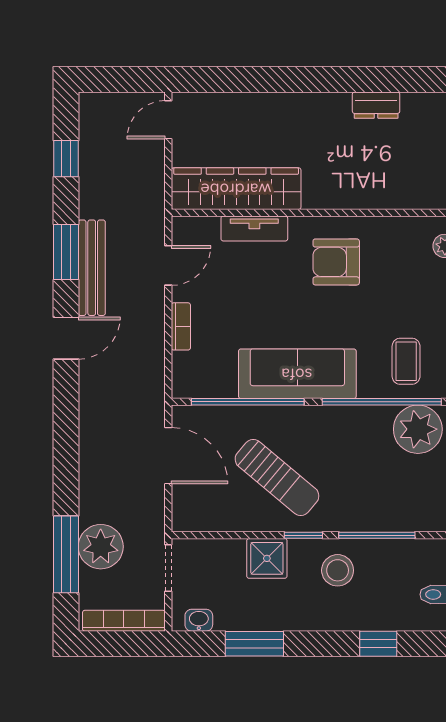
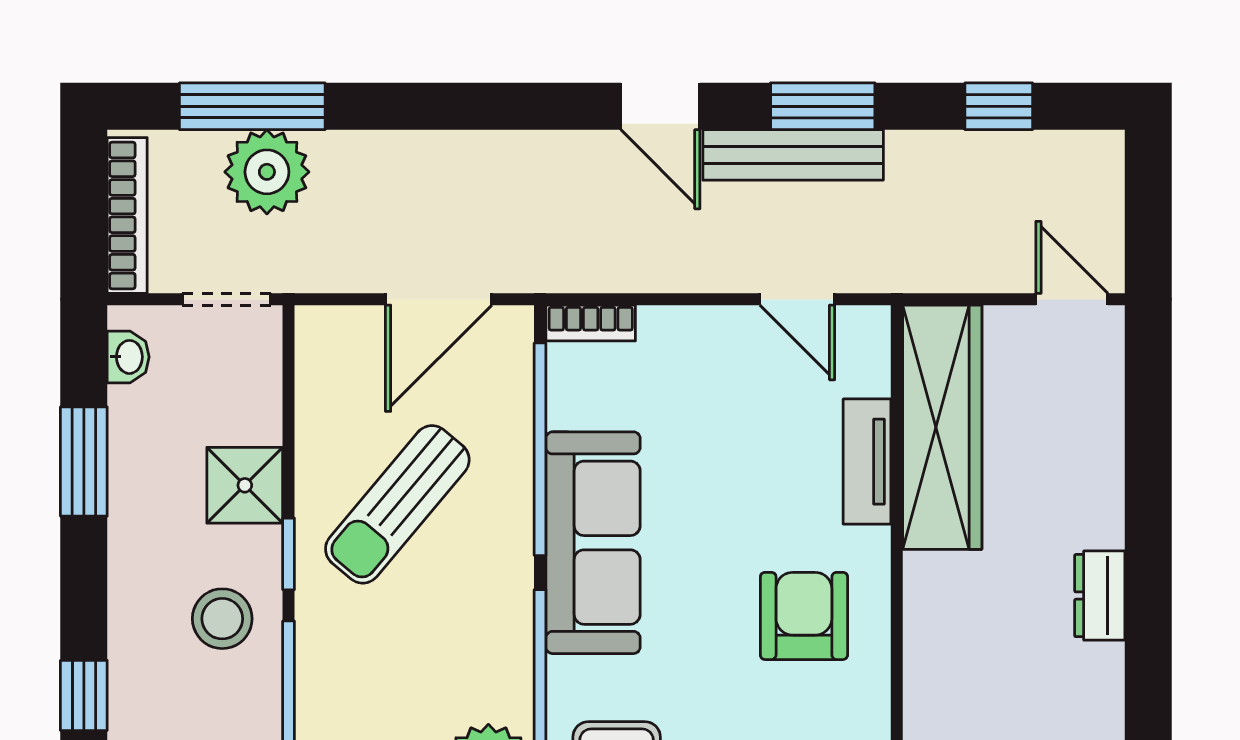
dresser: (376, 105) -> (1100, 596), moved
bookcase: (181, 326) -> (591, 323), moved

